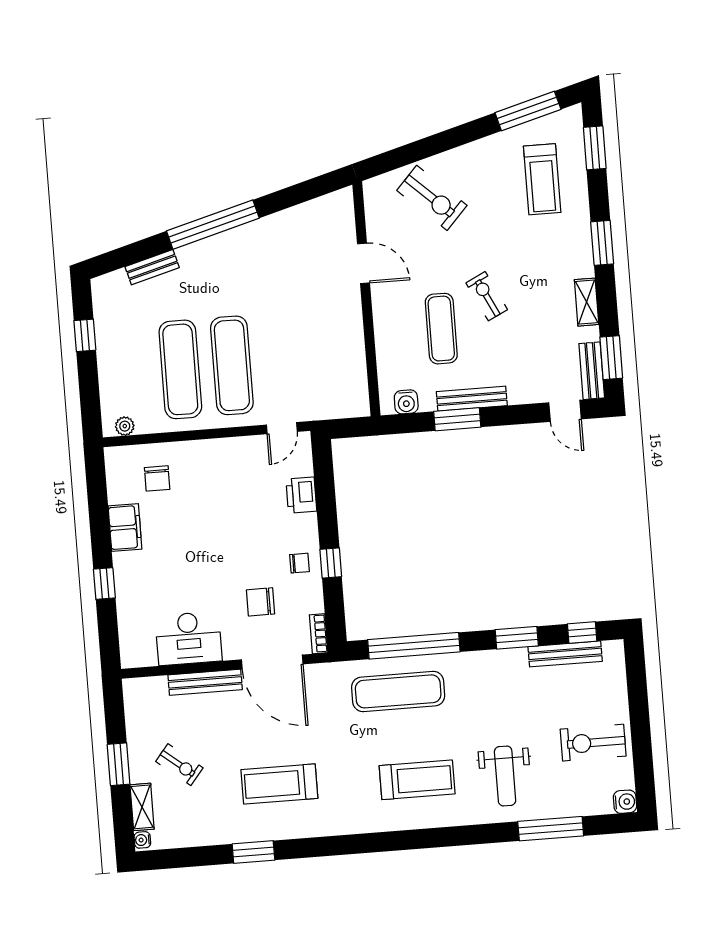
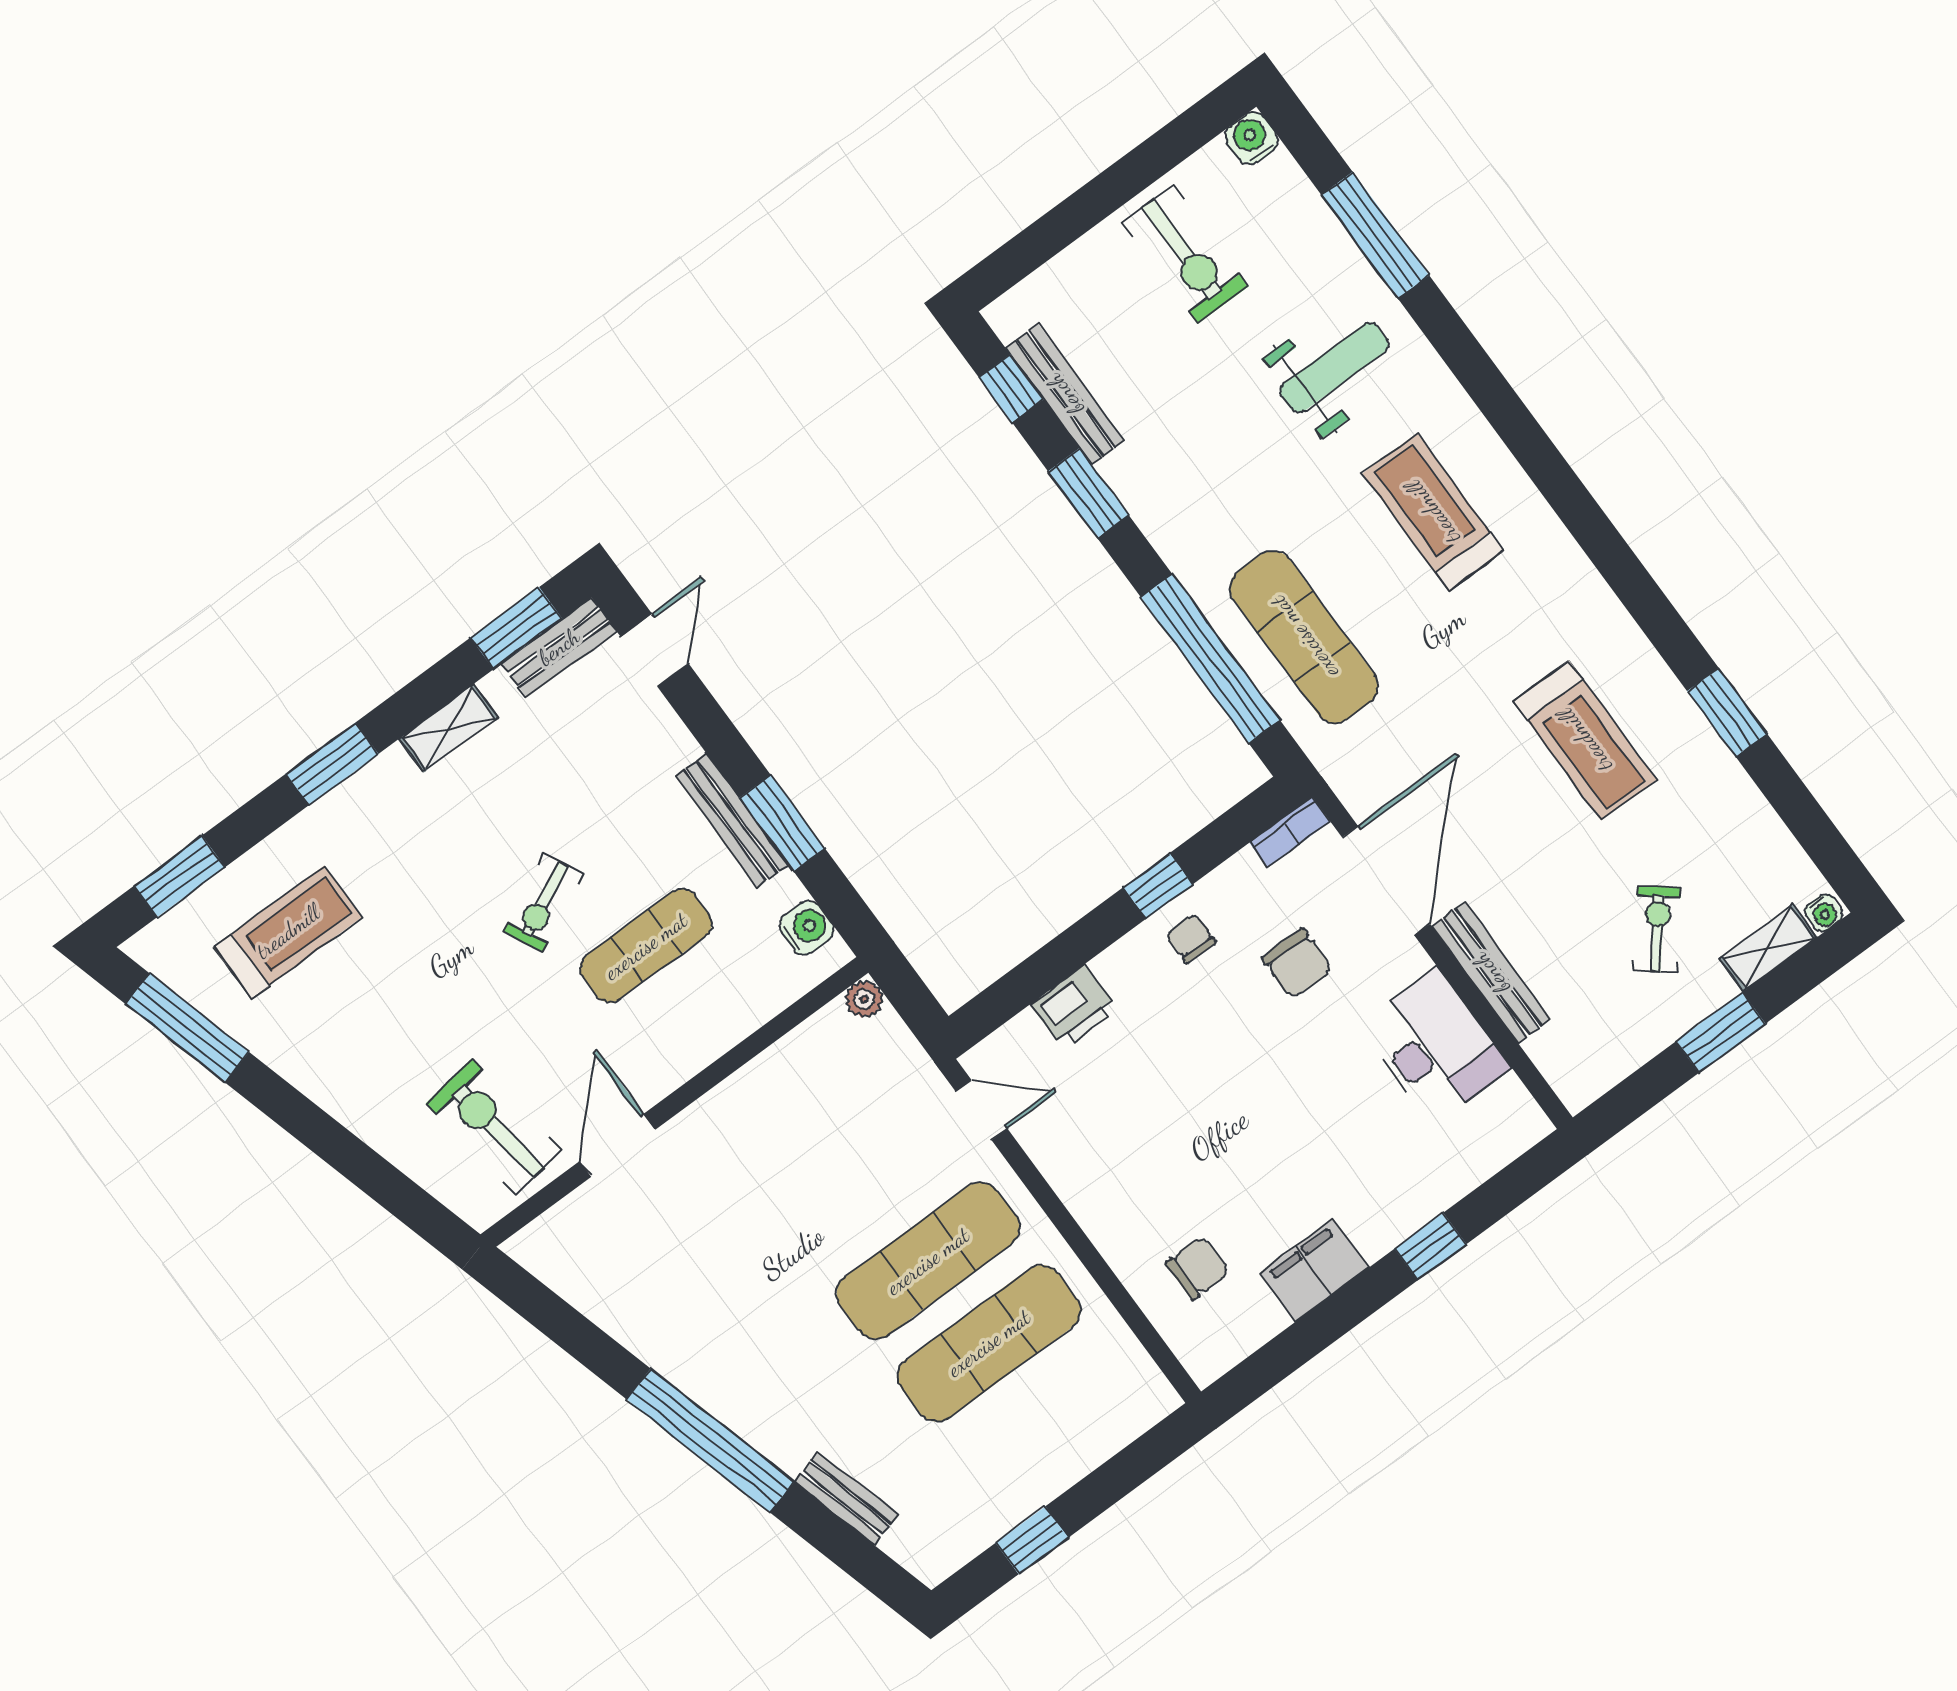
exercise bike: (432, 198) -> (494, 1127), moved, turned -51
plant: (125, 426) -> (864, 999), moved

